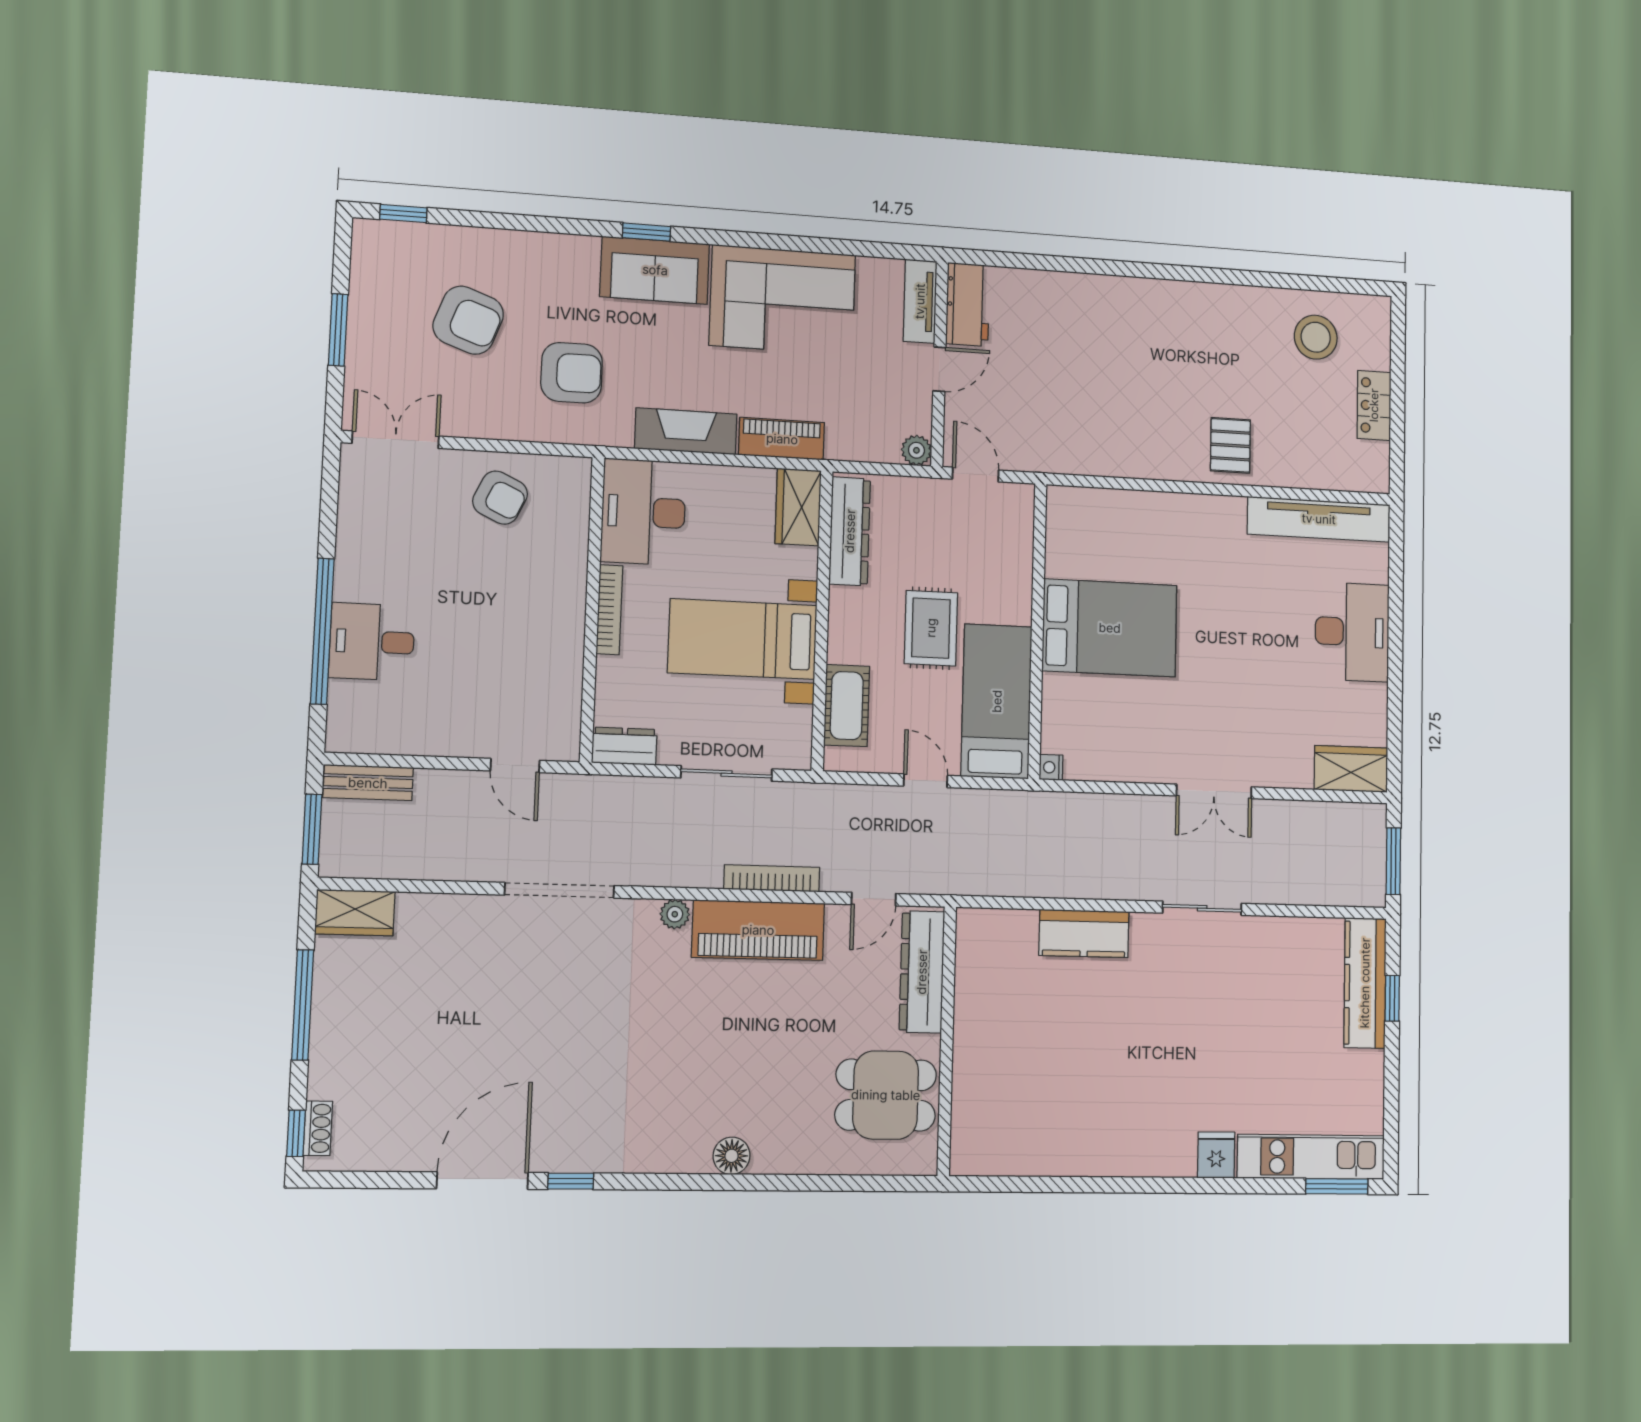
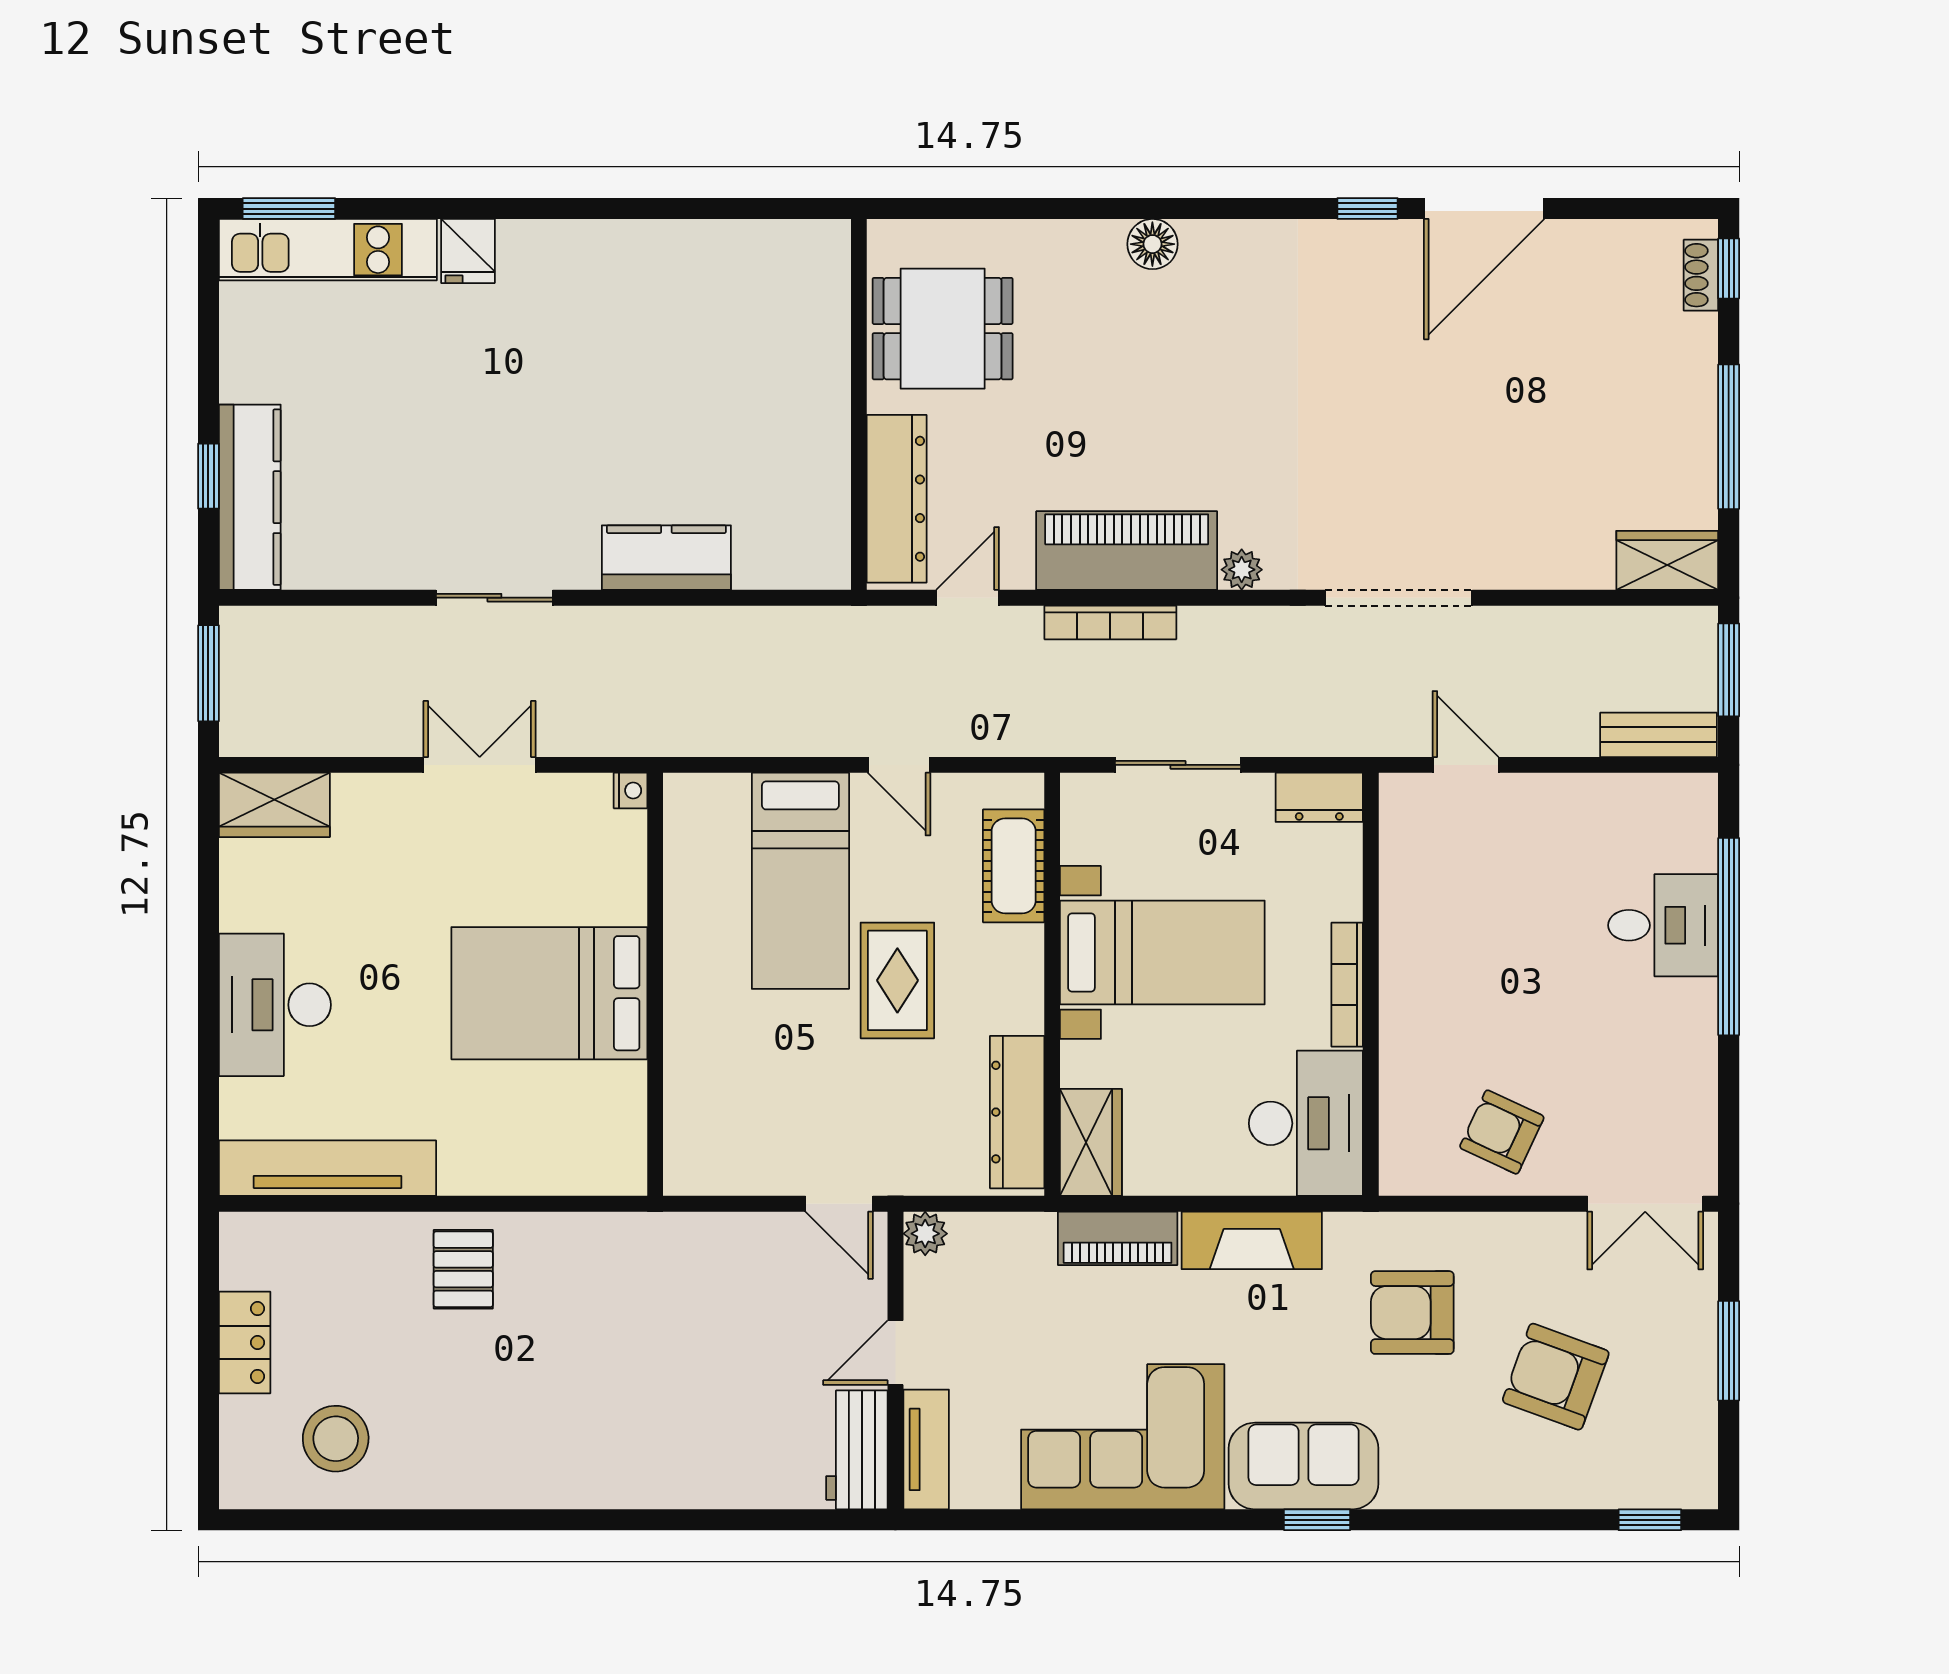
bed: (1110, 628) -> (549, 993), moved
wall: (1037, 631) -> (655, 984), moved
nightstand: (1051, 767) -> (630, 790), moved

